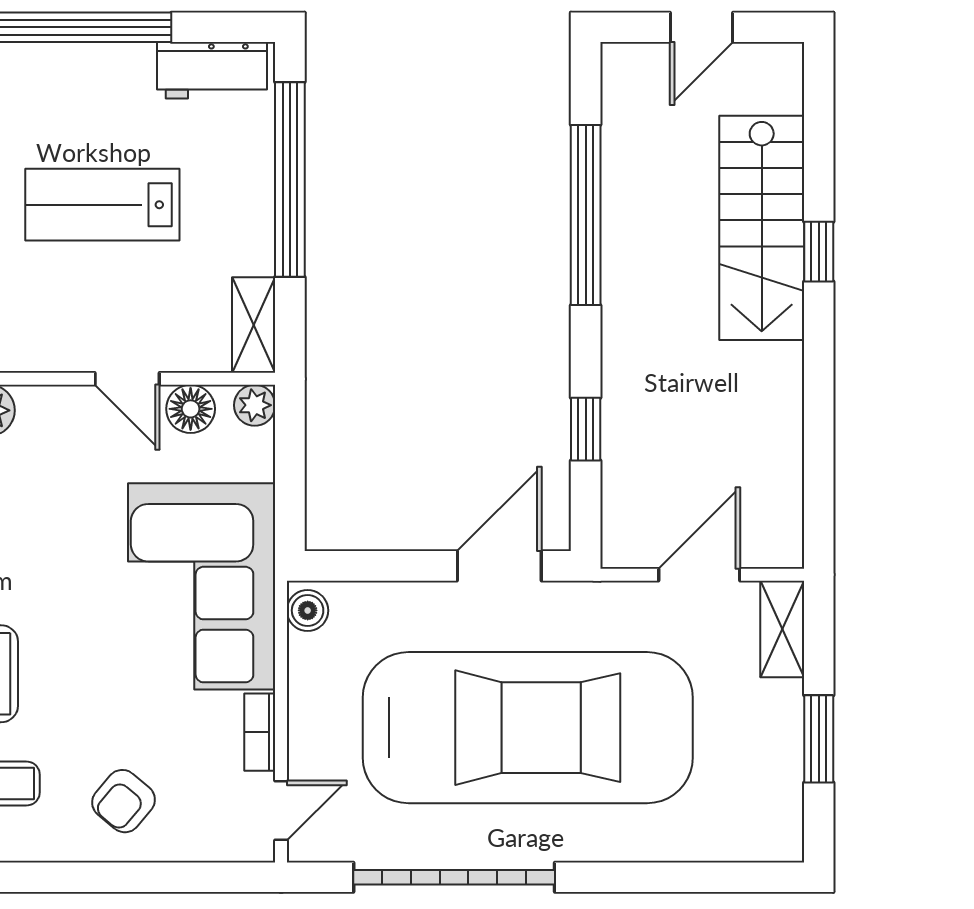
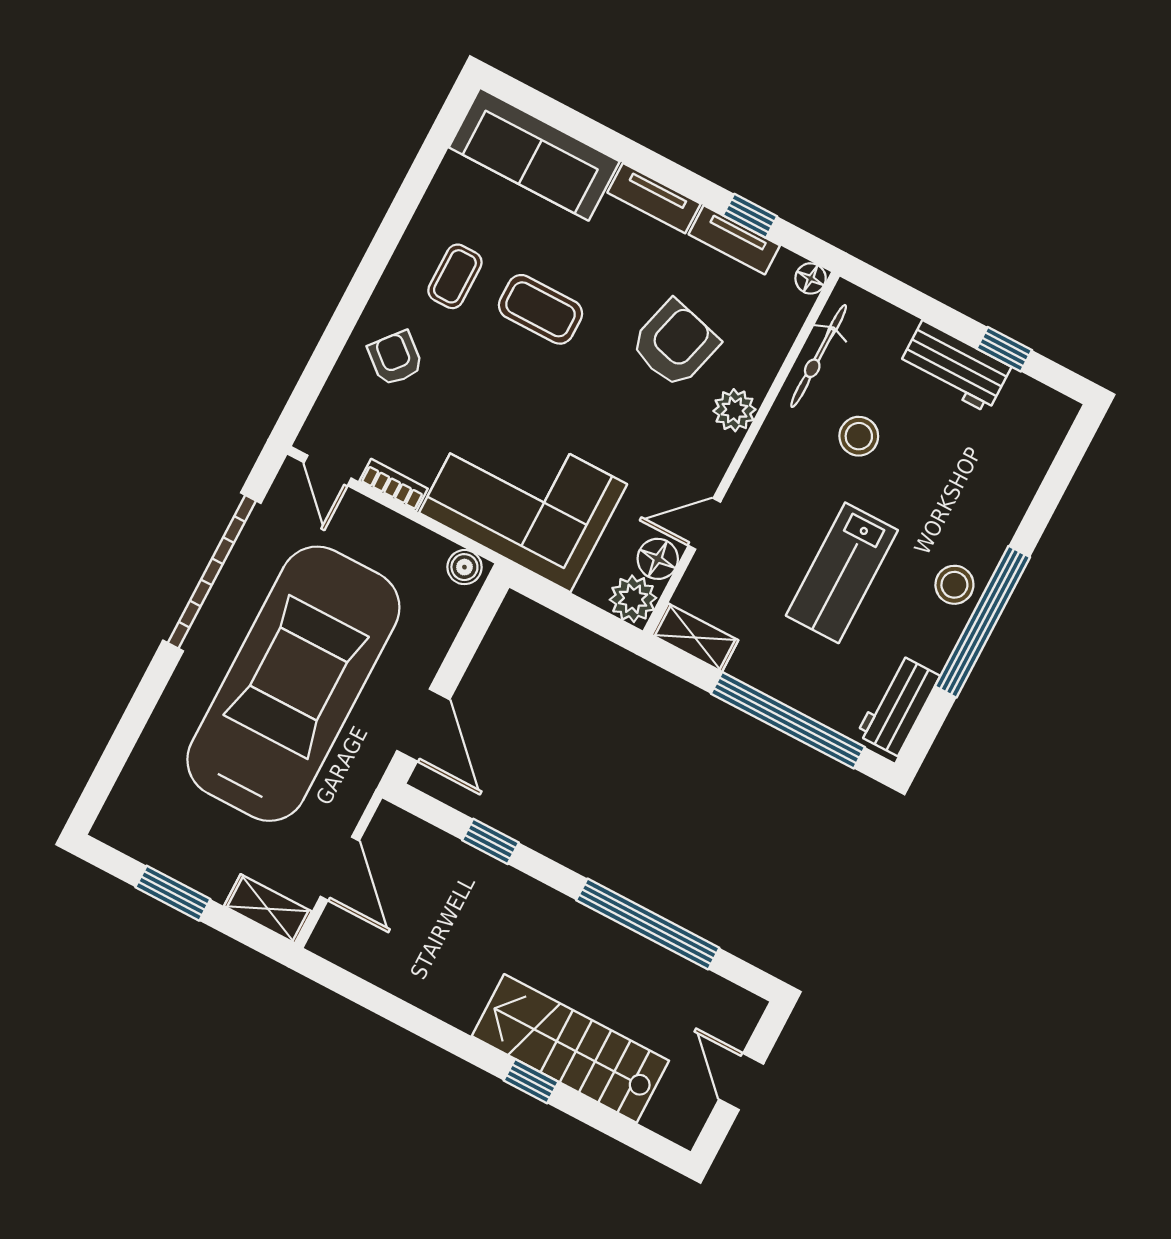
stool: (52, 78) -> (954, 585), added
lab bench: (102, 205) -> (842, 573), turned 180
plant: (255, 405) -> (633, 599), width x1.38, depth x1.38
car: (528, 728) -> (293, 684), turned 180

